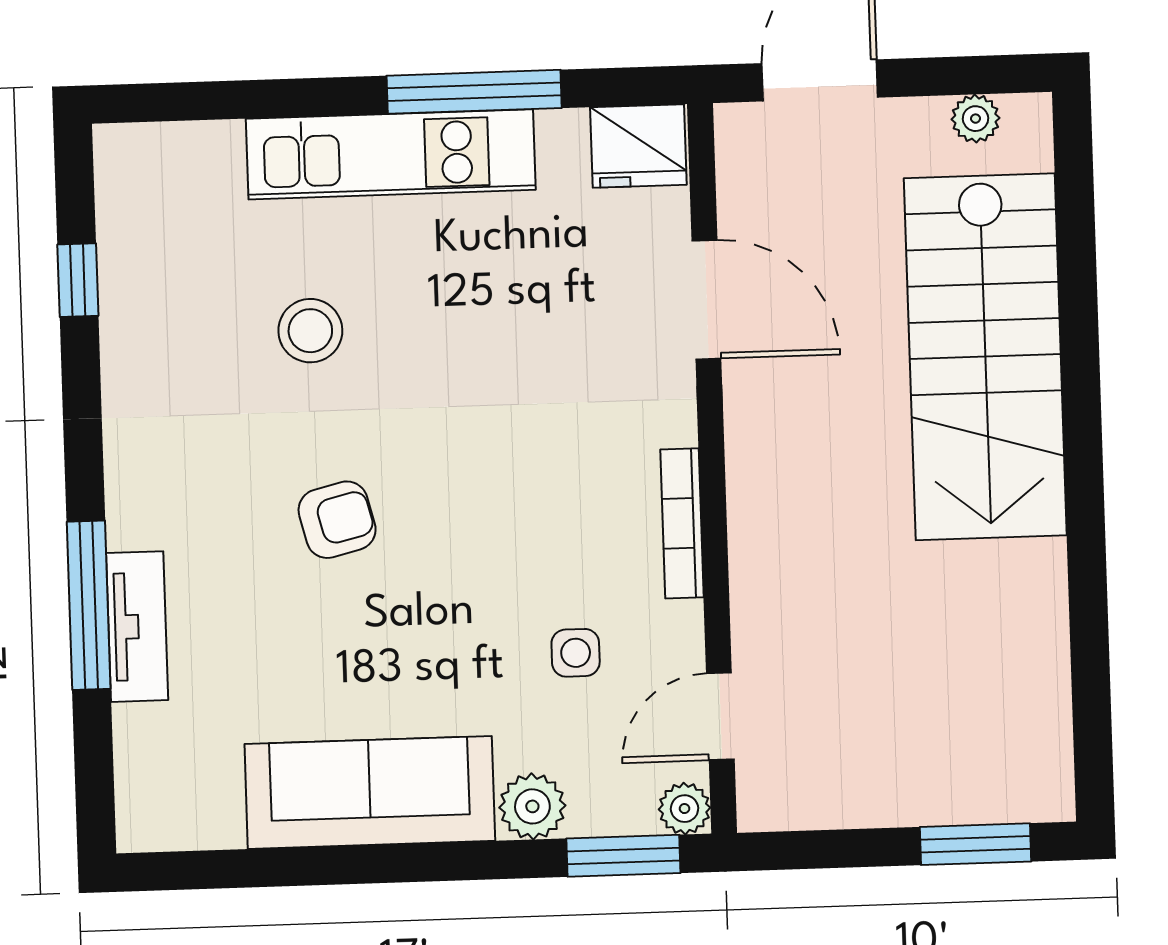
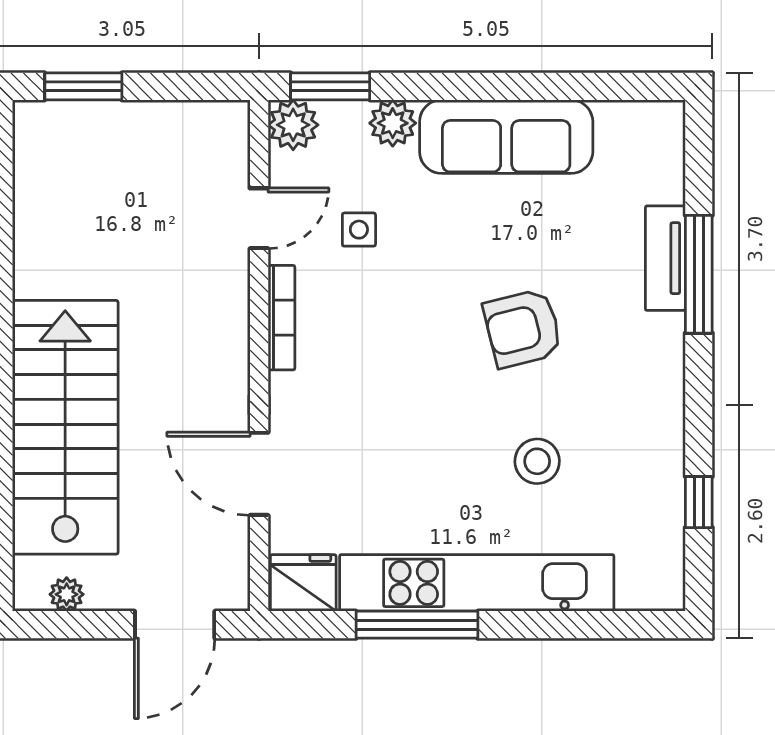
kitchen unit: (391, 154) -> (477, 583), width x1.36
armchair: (337, 520) -> (523, 328), width x1.38, depth x1.38
door: (720, 716) -> (259, 218), moved
plant: (685, 809) -> (293, 125), width x1.38, depth x1.38

